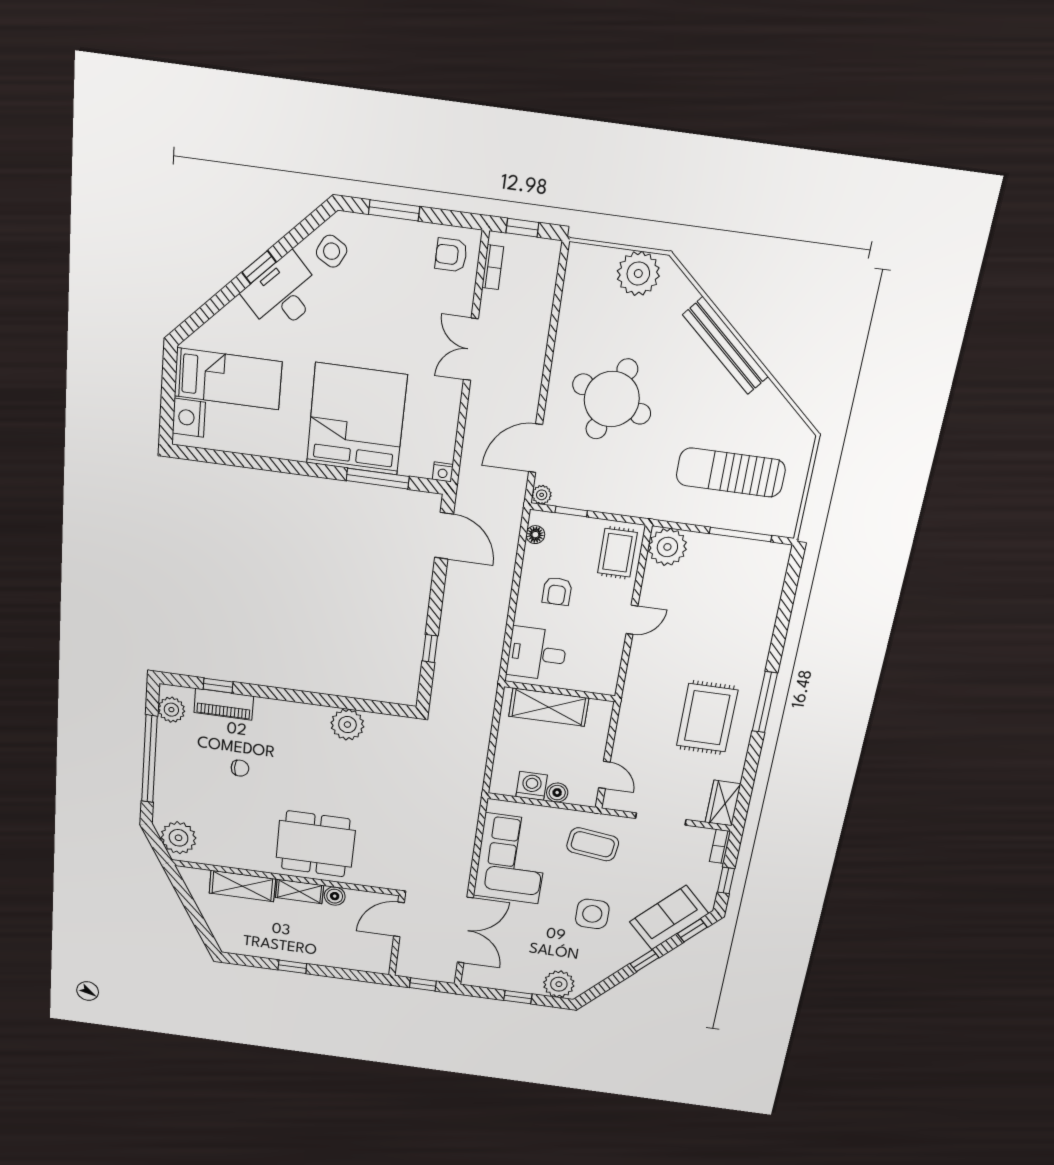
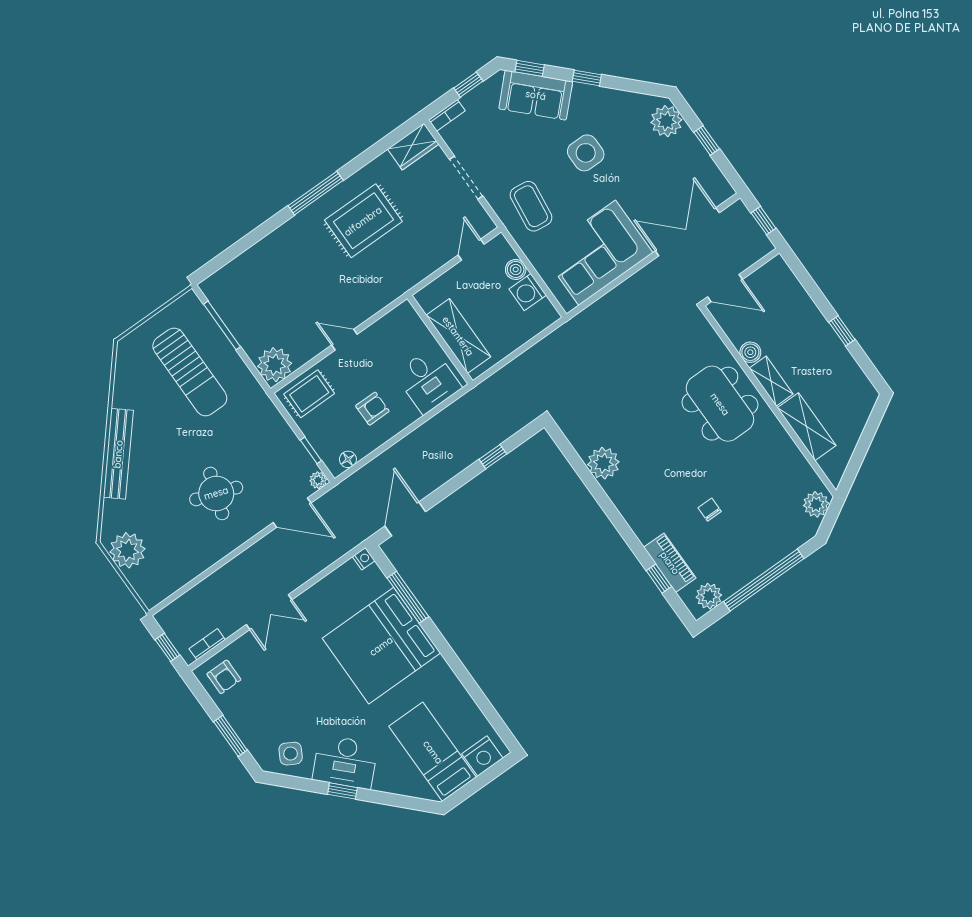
round table: (612, 399) -> (216, 493), width x0.73, depth x0.73
plant: (179, 838) -> (816, 504), width x0.73, depth x0.73

